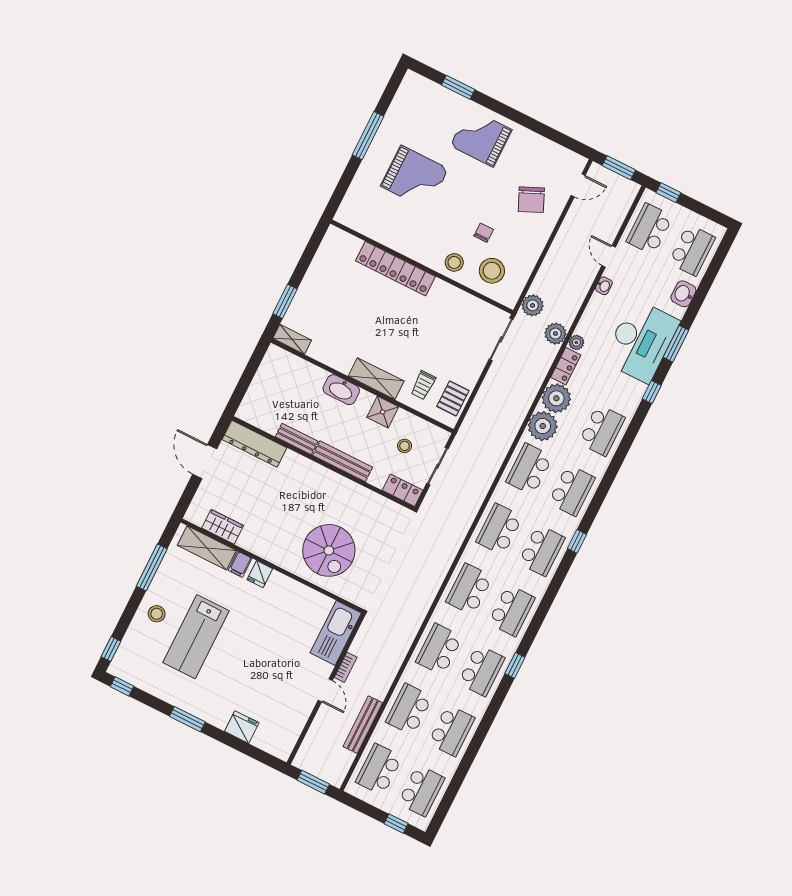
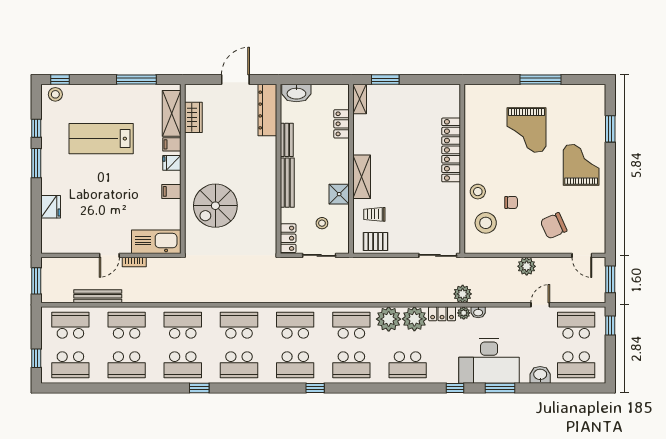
washbasin: (604, 286) -> (478, 312), moved
plant: (533, 305) -> (527, 266), moved
locker: (309, 372) -> (342, 124), added
washbasin: (341, 390) -> (296, 93), moved, turned -90
filing cabinet: (290, 590) -> (171, 191), added
stool: (157, 614) -> (55, 94), moved
window: (122, 686) -> (36, 128), moved

